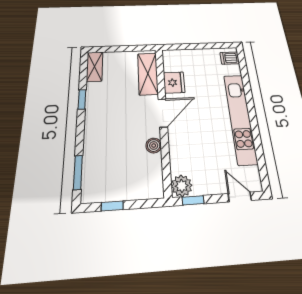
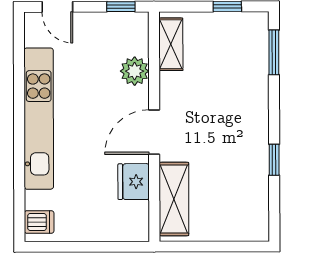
shelving: (95, 67) -> (171, 44), moved
boiler: (154, 145) -> (170, 84), removed
plant: (182, 186) -> (135, 71), moved

